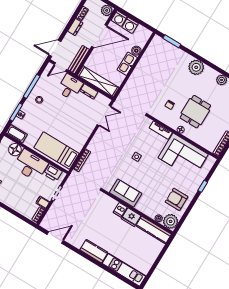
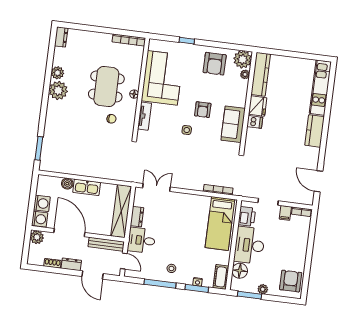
door: (55, 48) -> (93, 275), moved
plant: (196, 67) -> (58, 90), moved
dining table: (195, 112) -> (106, 86), width x1.38
armchair: (146, 175) -> (203, 110), added

